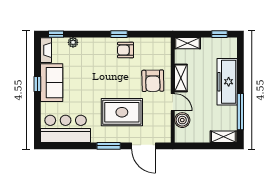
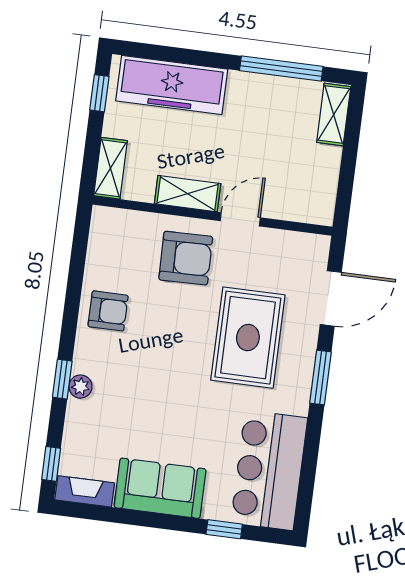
window: (119, 34) -> (62, 379), moved
plant: (73, 42) -> (80, 387), moved
armchair: (126, 50) -> (108, 311), turned -90
freezer: (227, 82) -> (172, 85), moved
window: (37, 84) -> (224, 529), moved
boiler: (182, 120) -> (283, 203), removed

